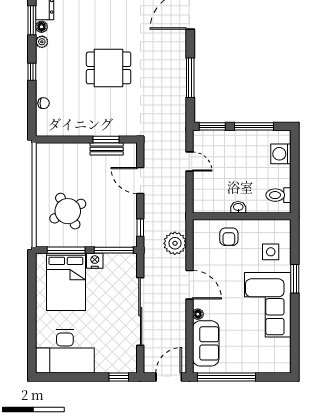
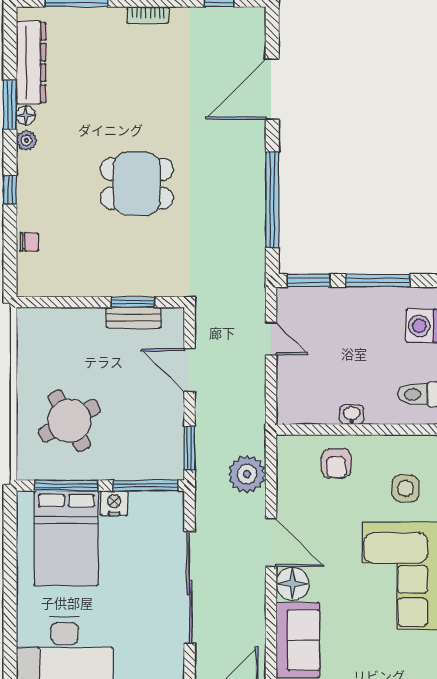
window: (190, 78) -> (272, 200), width x1.46
window: (140, 228) -> (189, 448), width x1.50
floor lamp: (198, 314) -> (293, 584), width x1.89, depth x1.89

